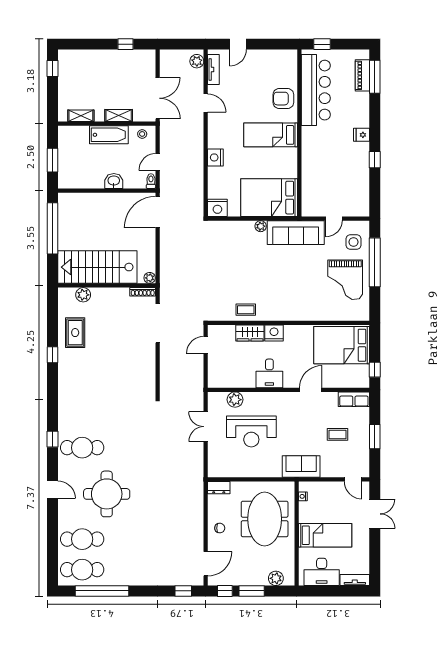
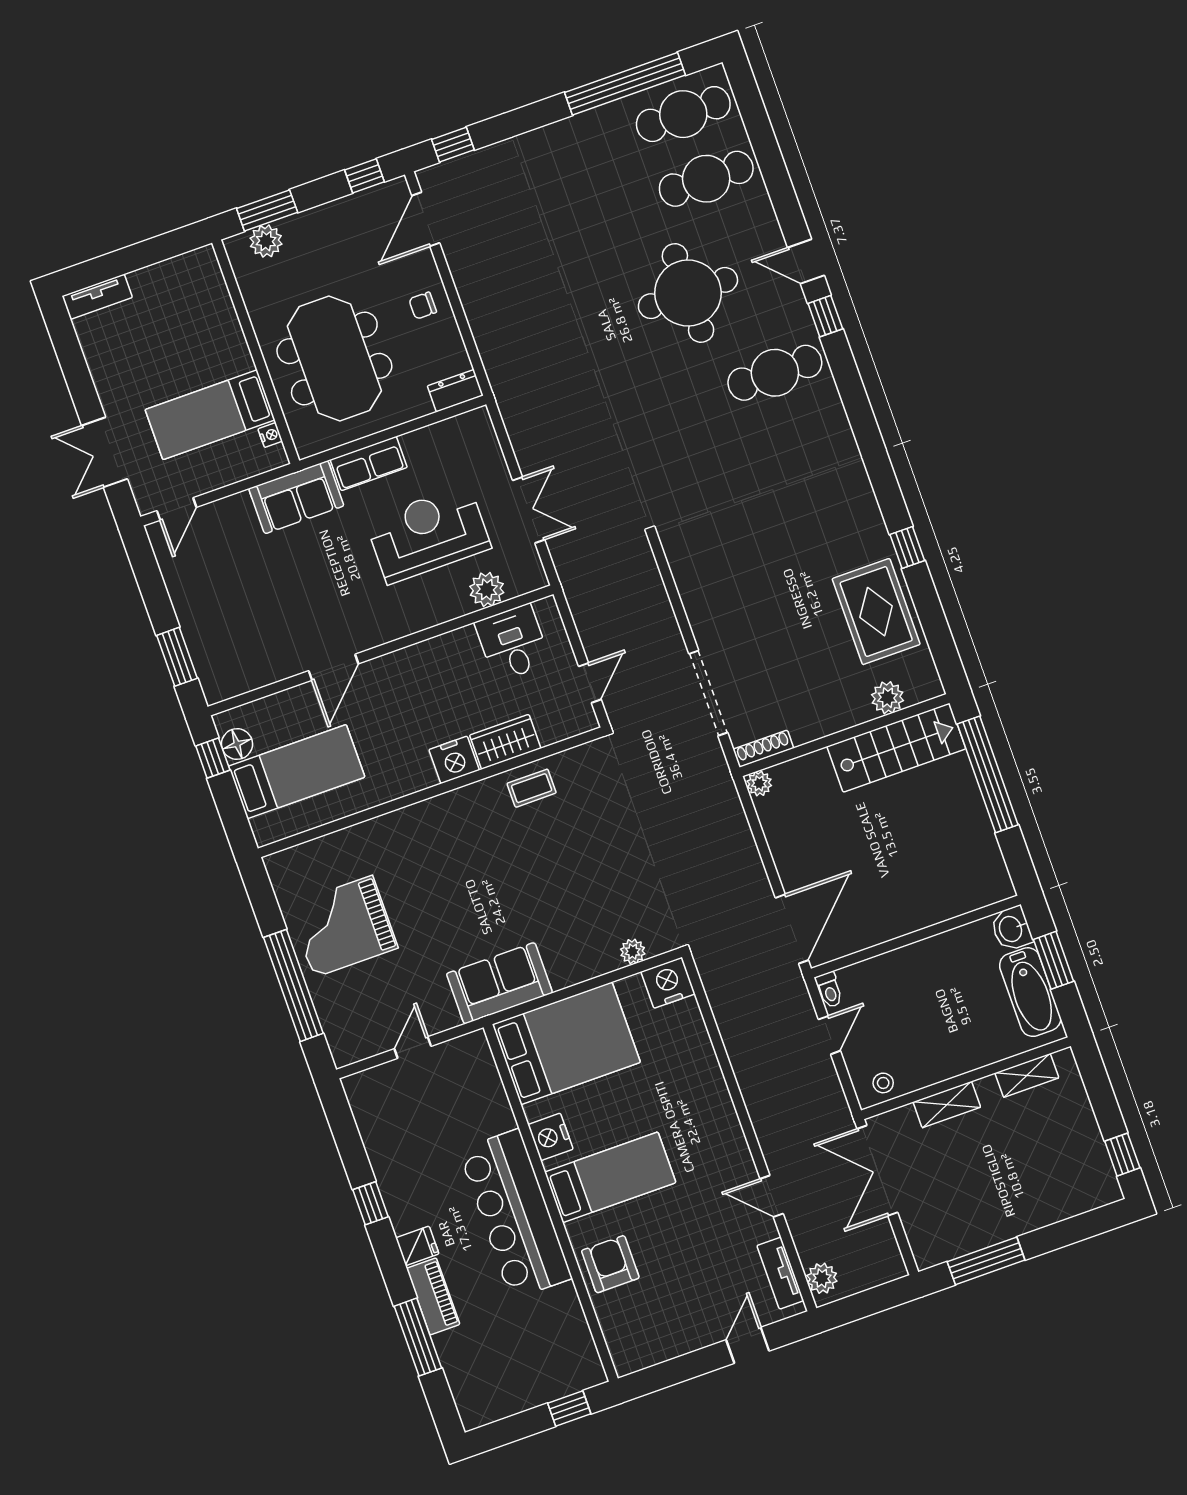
window: (125, 44) -> (986, 1261), width x2.17
piano: (362, 75) -> (433, 1296), moved
window: (375, 77) -> (418, 1337), moved
bar counter: (316, 90) -> (515, 1214), moved
armchair: (283, 99) -> (610, 1264), turned -90
bathtub: (109, 135) -> (1030, 992), moved, turned -90
nightstand: (215, 157) -> (550, 1137), moved, turned 180
washbasin: (114, 181) -> (1011, 929), moved, turned 90
plant: (261, 226) -> (633, 952), moved
window: (53, 228) -> (988, 774), moved
sofa: (296, 233) -> (499, 983), width x0.73
side table: (354, 242) -> (354, 1013), removed
stairs: (97, 267) -> (896, 748), width x0.73, depth x0.66
grand piano: (345, 280) -> (343, 926), turned -90
rug: (75, 333) -> (876, 612), width x1.36, depth x1.43
bed: (342, 345) -> (297, 772), width x0.67
floor lamp: (363, 372) -> (237, 744), added
desk: (269, 373) -> (513, 643), moved
row of seats: (354, 399) -> (369, 463), moved, turned 180
coffee table: (337, 434) -> (243, 592), removed
window: (375, 437) -> (177, 657), moved
window: (53, 439) -> (825, 316), moved
door: (353, 479) -> (177, 509), swing flipped
bed: (325, 535) -> (210, 415), moved
desk: (322, 572) -> (174, 289), removed
window: (252, 591) -> (267, 210), moved

